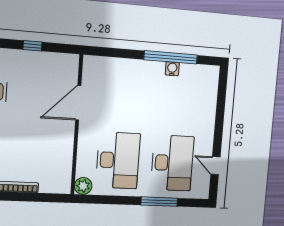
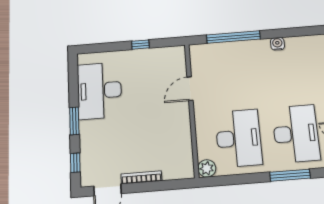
window: (171, 57) -> (233, 37), moved
door: (78, 103) -> (190, 89), width x0.73

